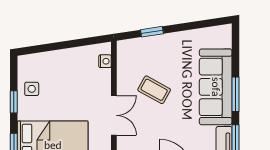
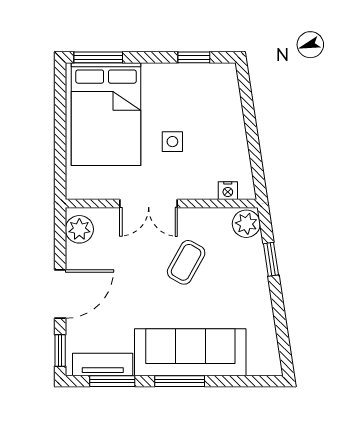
plant: (128, 49) -> (246, 224), added
side table: (32, 89) -> (172, 142), moved
window: (14, 102) -> (194, 57), moved

